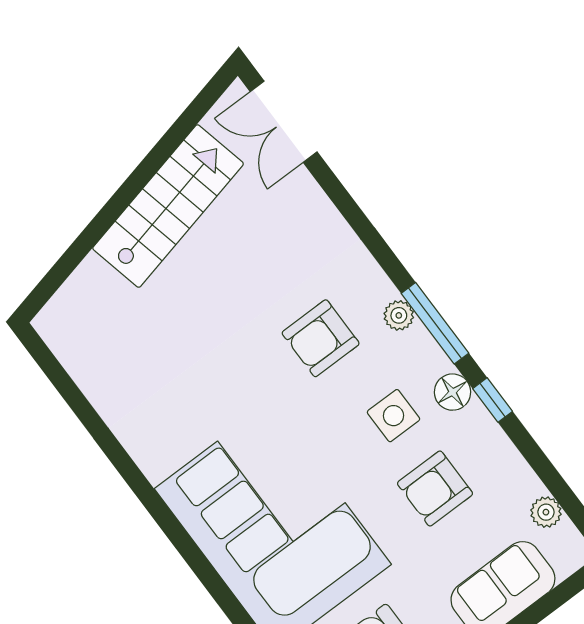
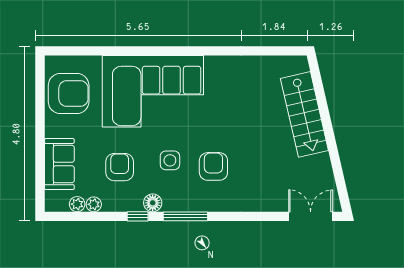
stairs: (168, 206) -> (304, 114), moved
plant: (399, 315) -> (94, 204), moved
side table: (393, 416) -> (170, 160), moved

